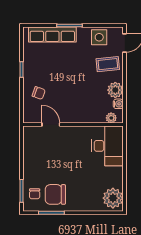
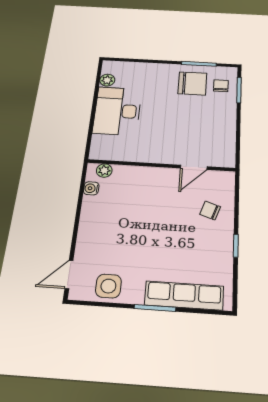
coffee table: (108, 64) -> (100, 245), removed
plant: (115, 90) -> (93, 207), removed
door: (51, 125) -> (194, 167), hinge flipped
desk: (107, 146) -> (117, 111), moved
plant: (113, 198) -> (107, 80), width x0.53, depth x0.53

